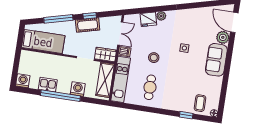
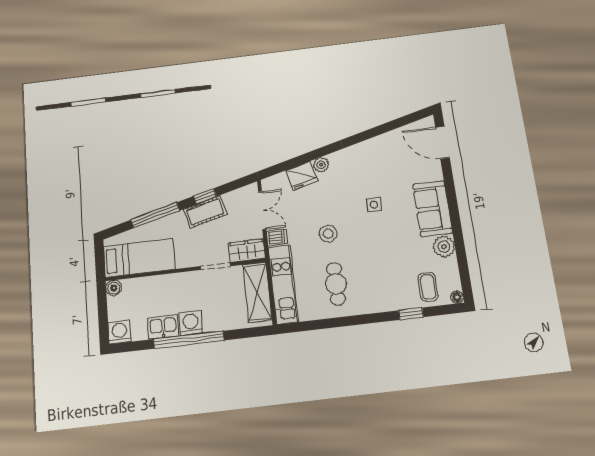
plant: (223, 37) -> (444, 247), moved
boiler: (25, 55) -> (114, 288), added
washing machine: (78, 89) -> (191, 323), moved

